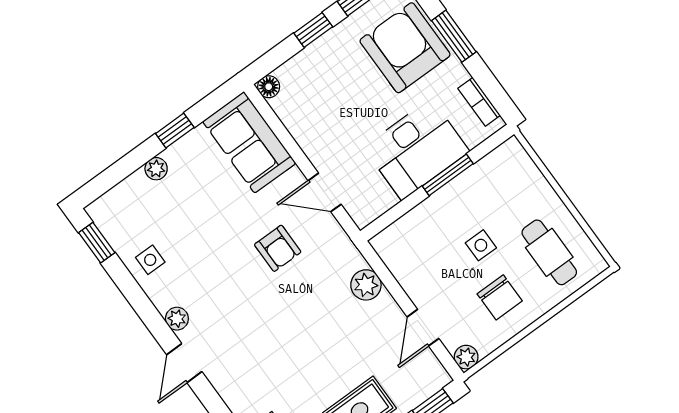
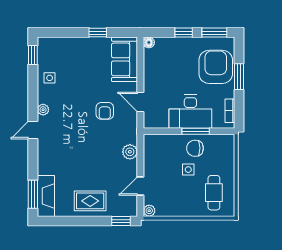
plant: (156, 169) -> (79, 43), removed
chair: (500, 297) -> (195, 148), moved, turned 90

